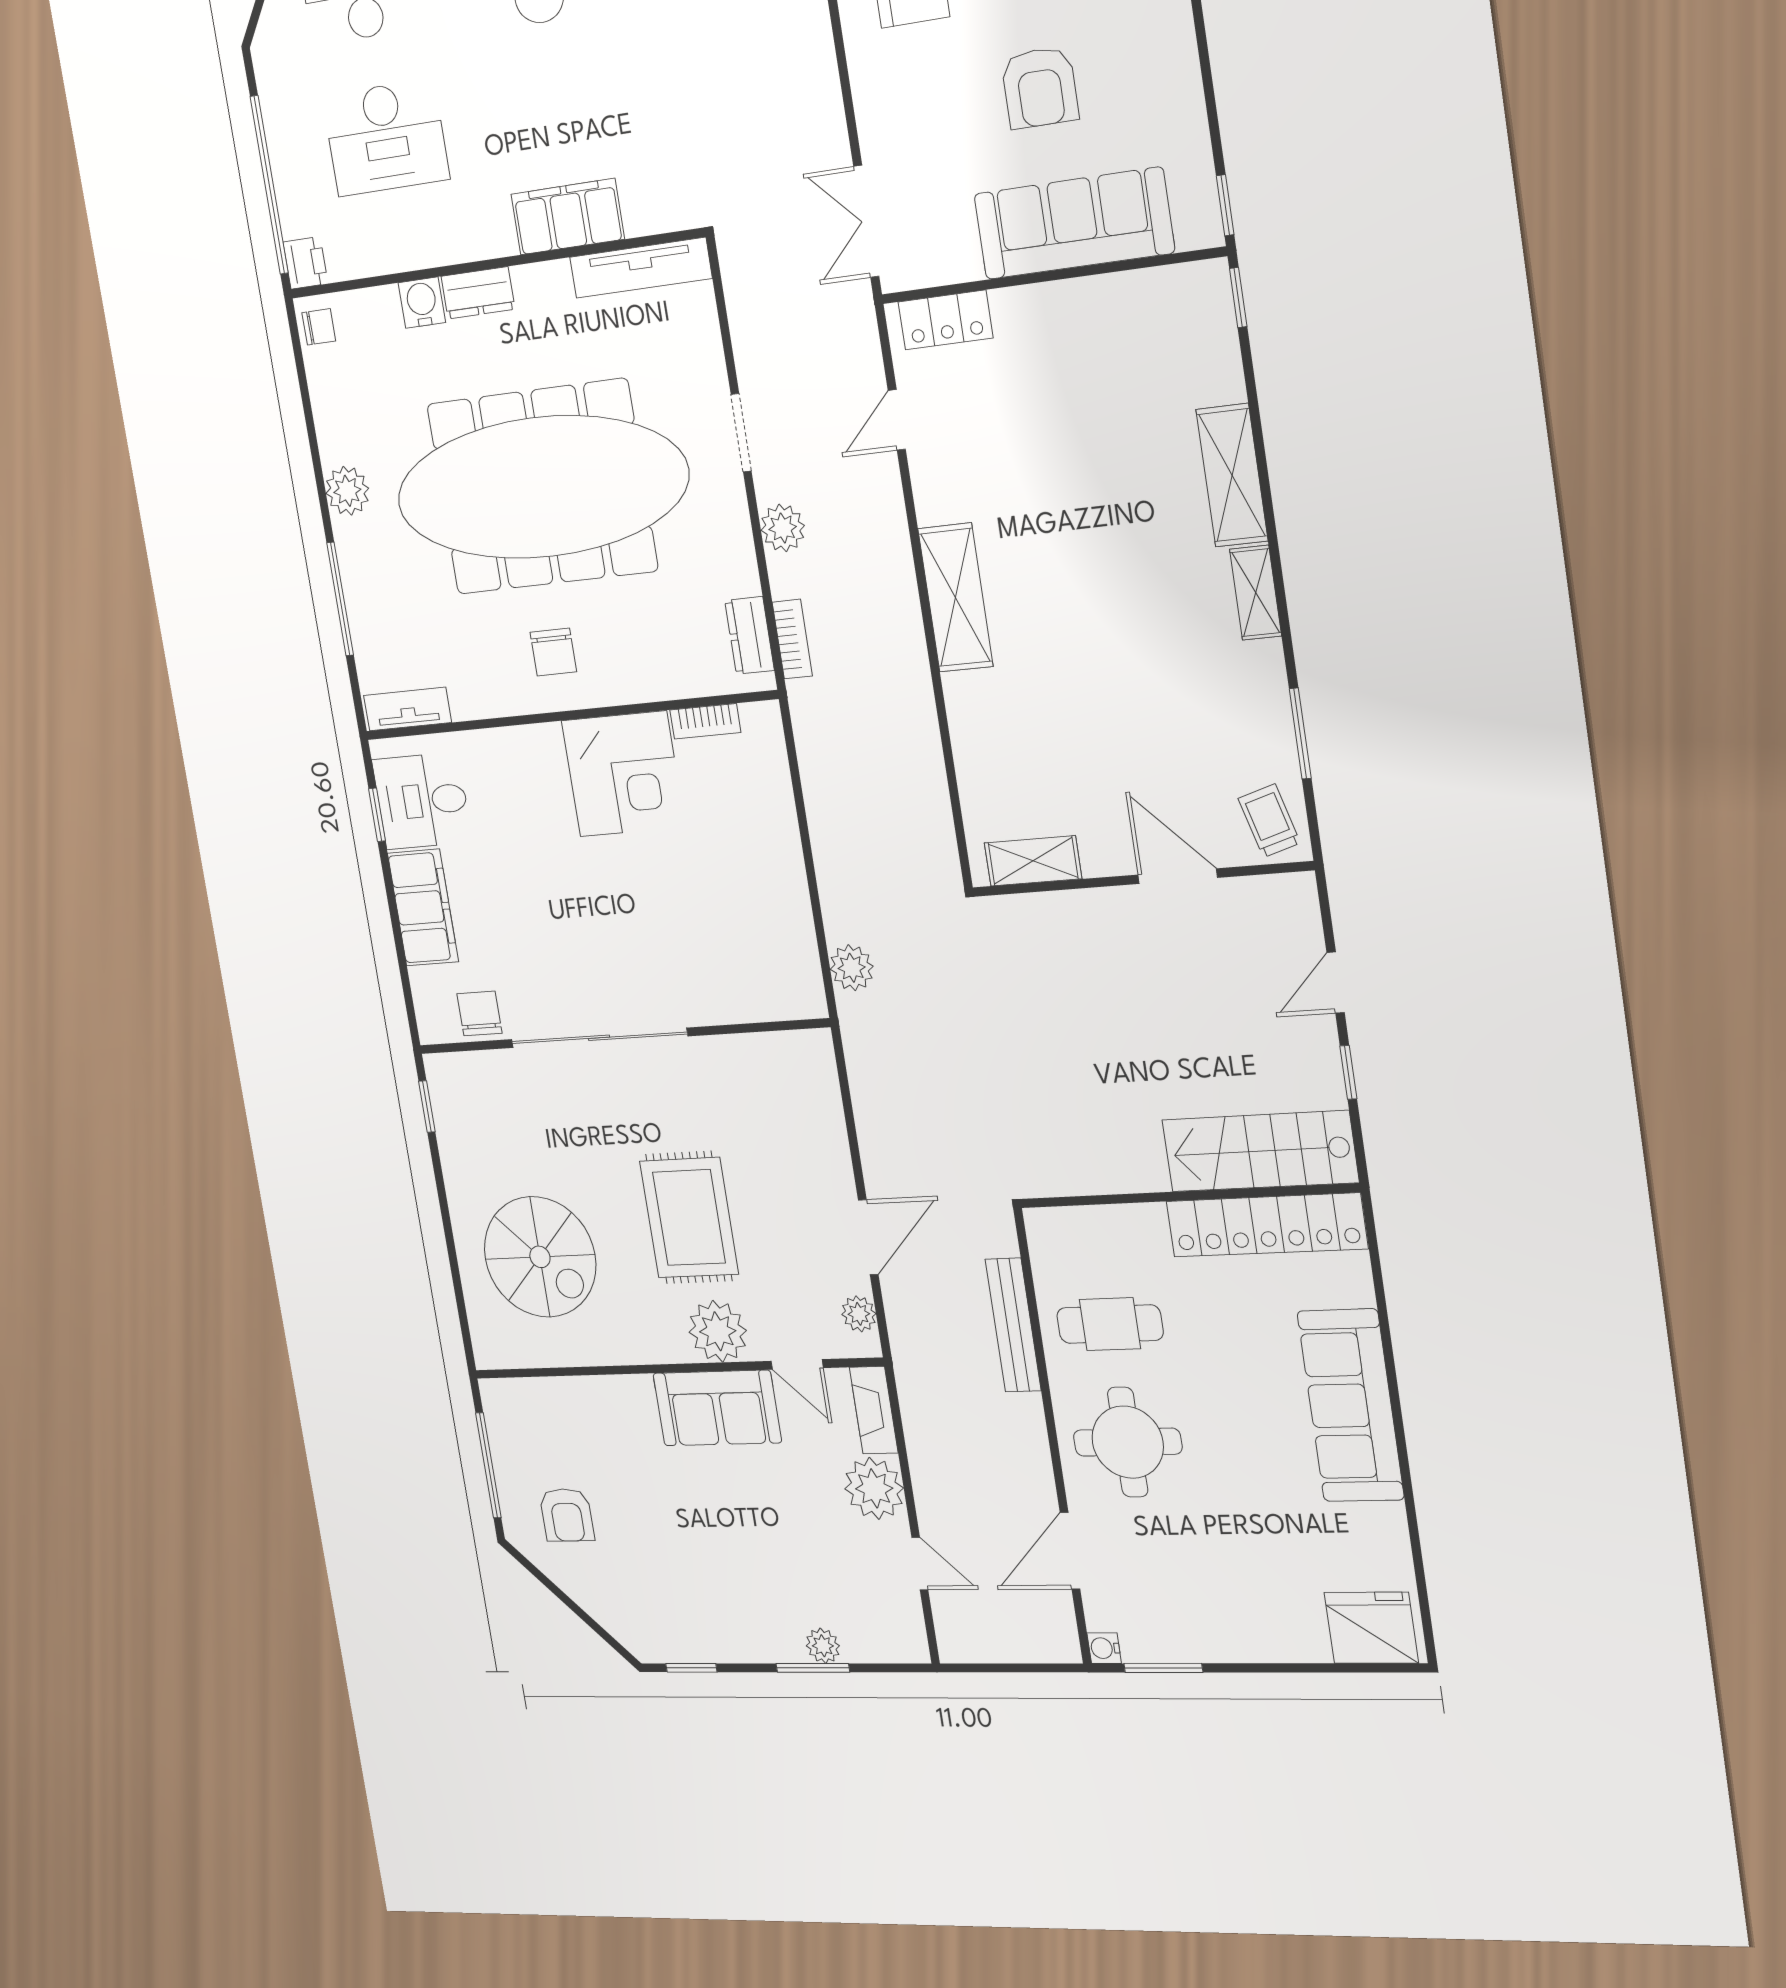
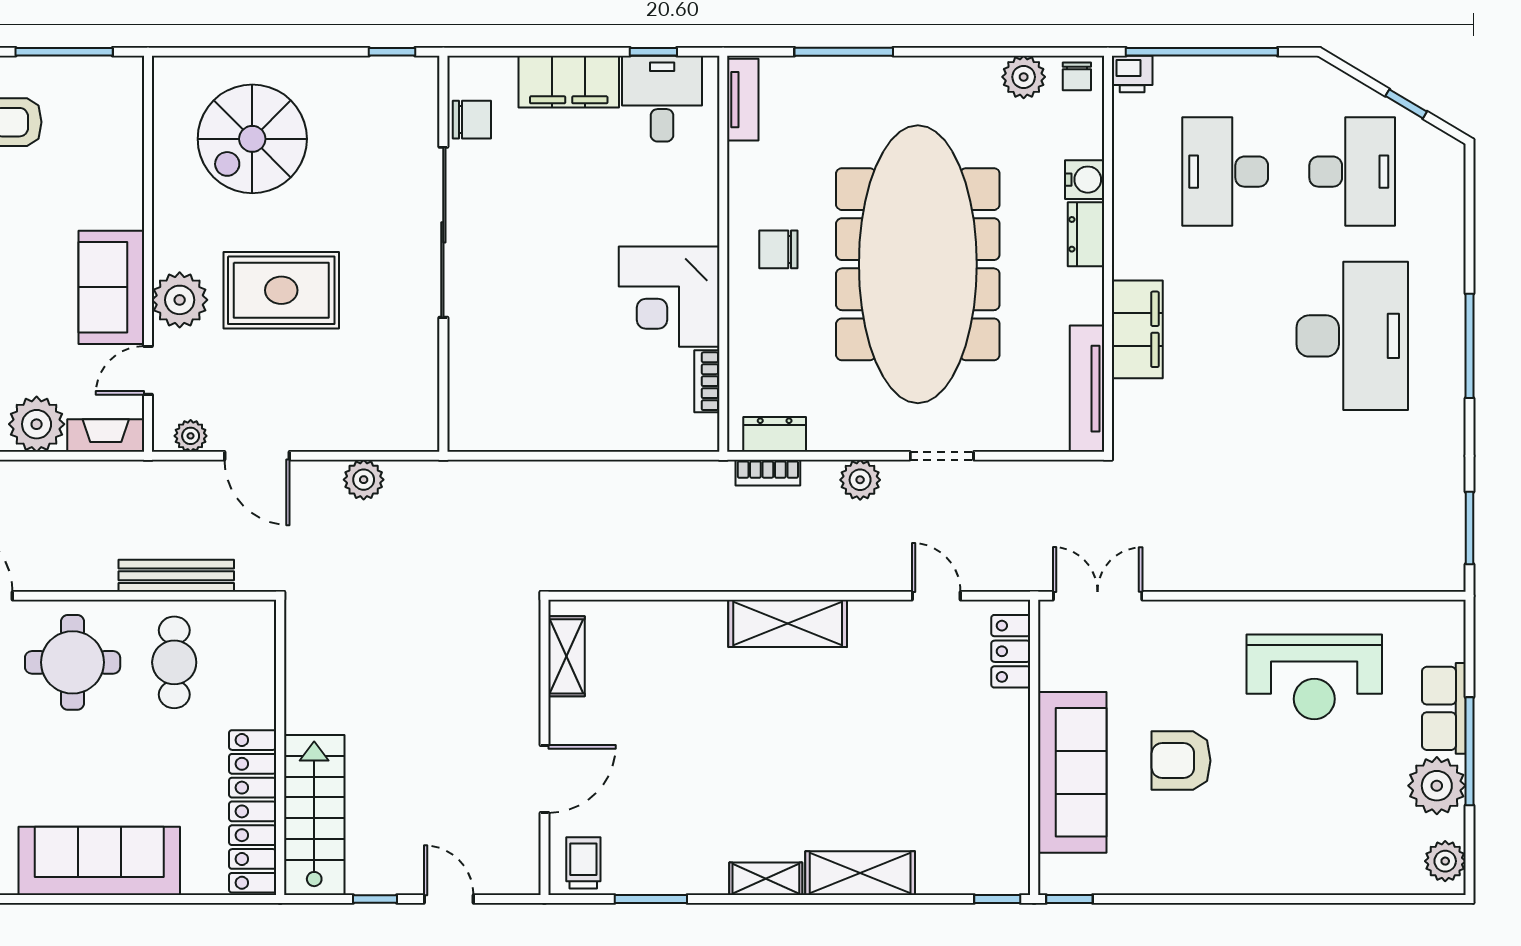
plant: (347, 491) -> (1024, 77), moved
trolley: (1269, 821) -> (583, 863), turned -74
plant: (852, 968) -> (364, 480), moved

